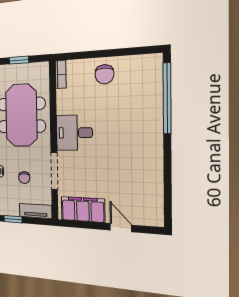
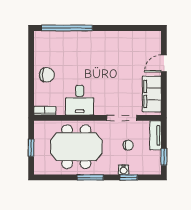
desk: (74, 133) -> (80, 100), moved

